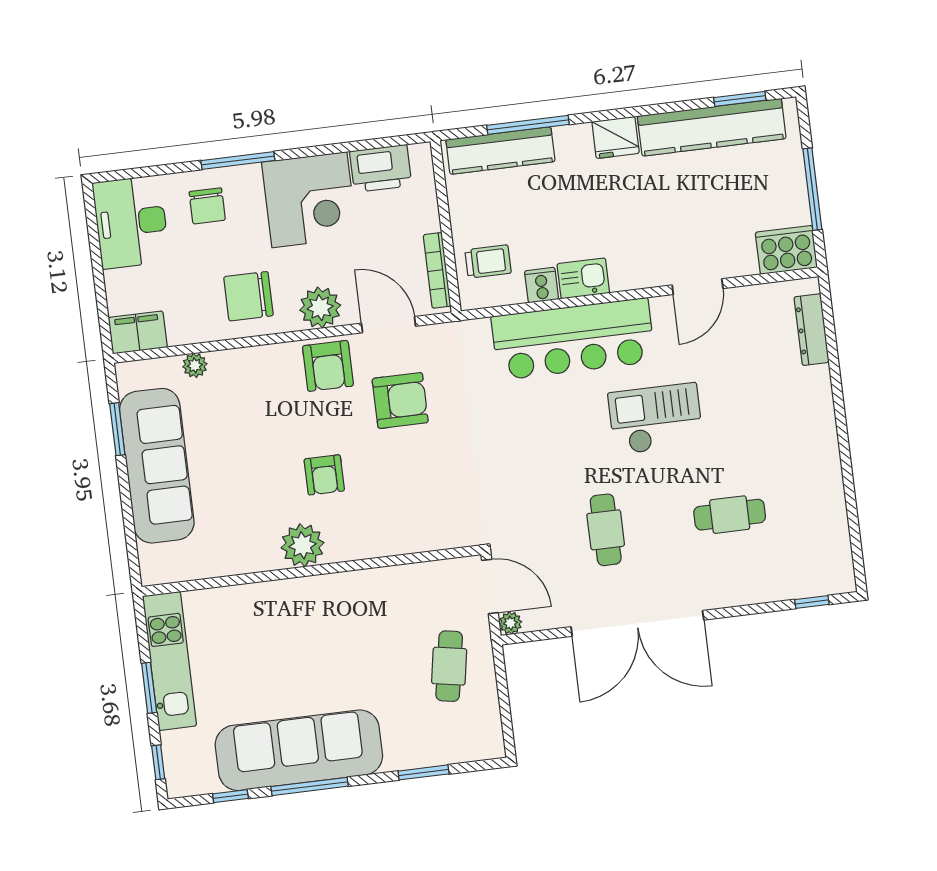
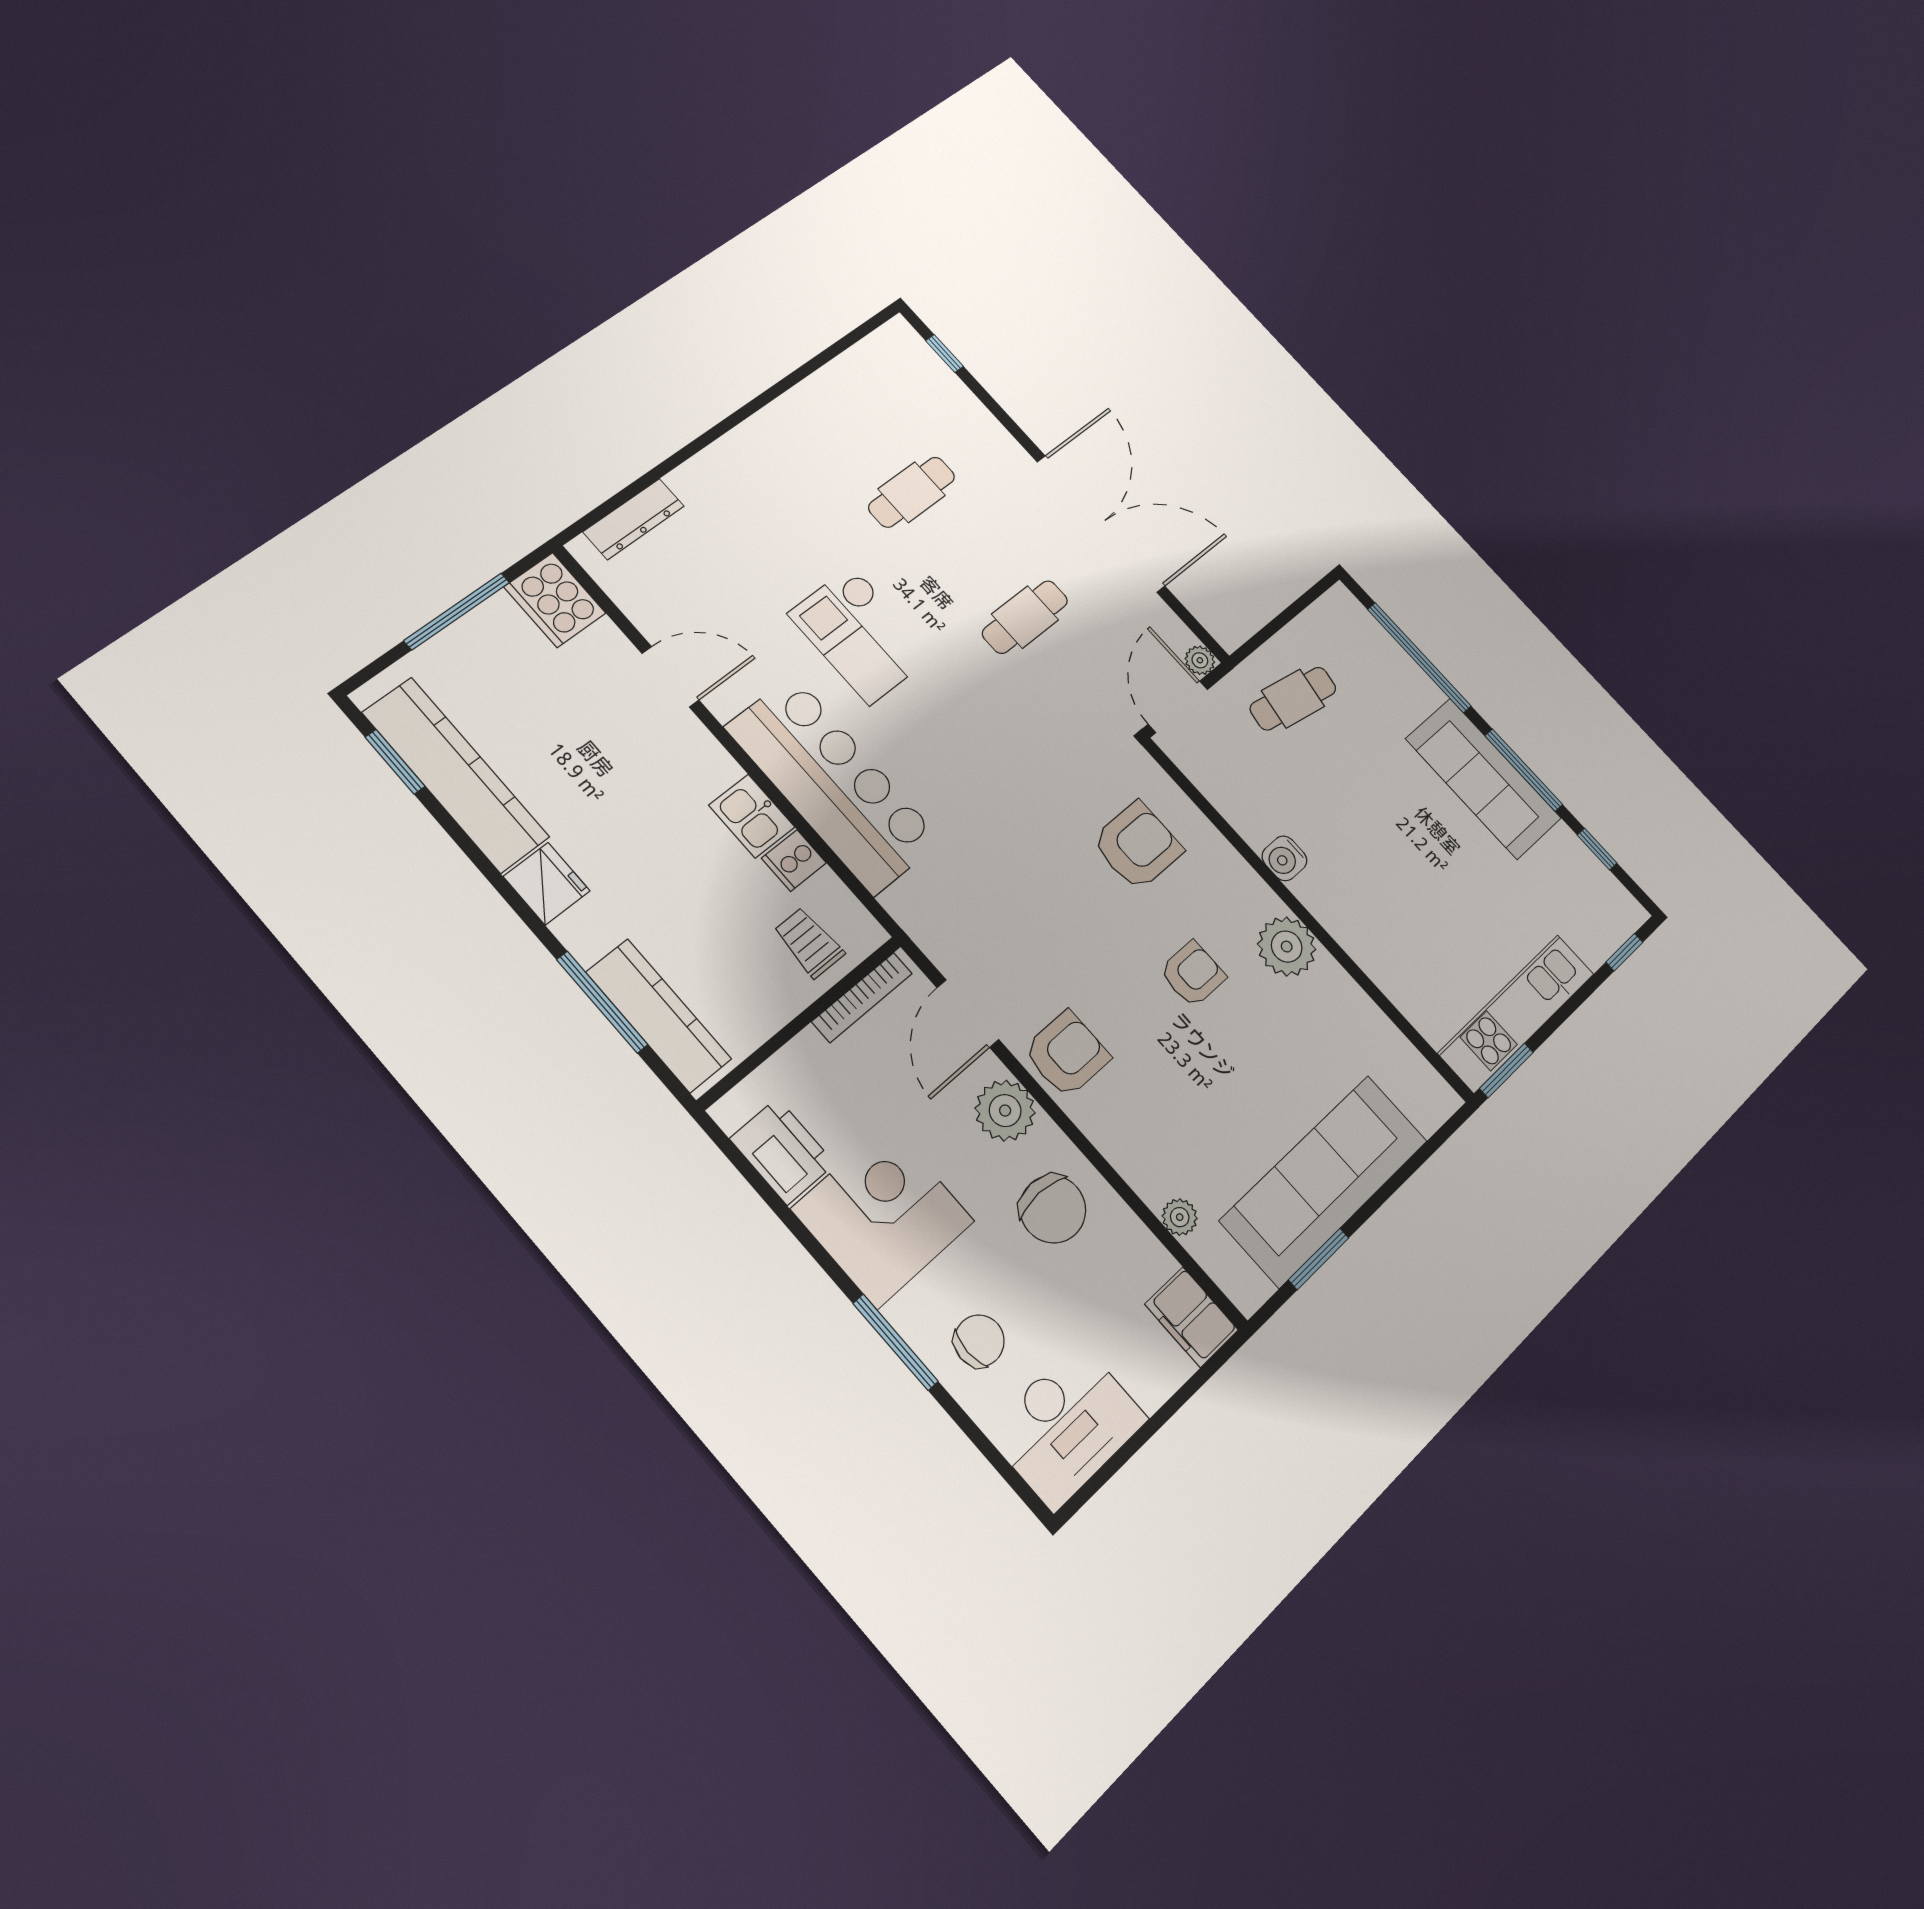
armchair: (400, 401) -> (1137, 846), moved, turned 90
cafe table: (730, 515) -> (912, 492), turned 90
water cooler: (355, 584) -> (1284, 858), added
window: (149, 688) -> (1506, 1070), moved
sofa: (299, 750) -> (1483, 778), width x0.74, depth x0.79
window: (424, 772) -> (1419, 657), width x2.11

